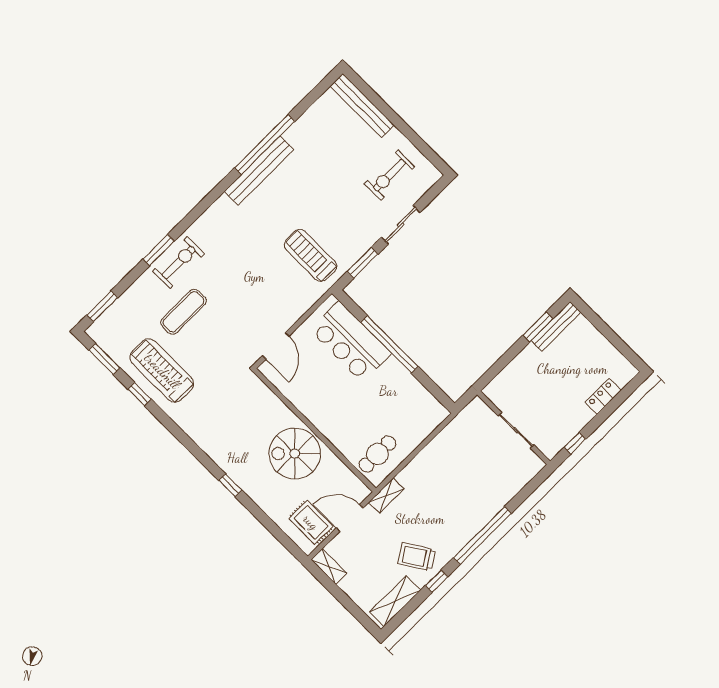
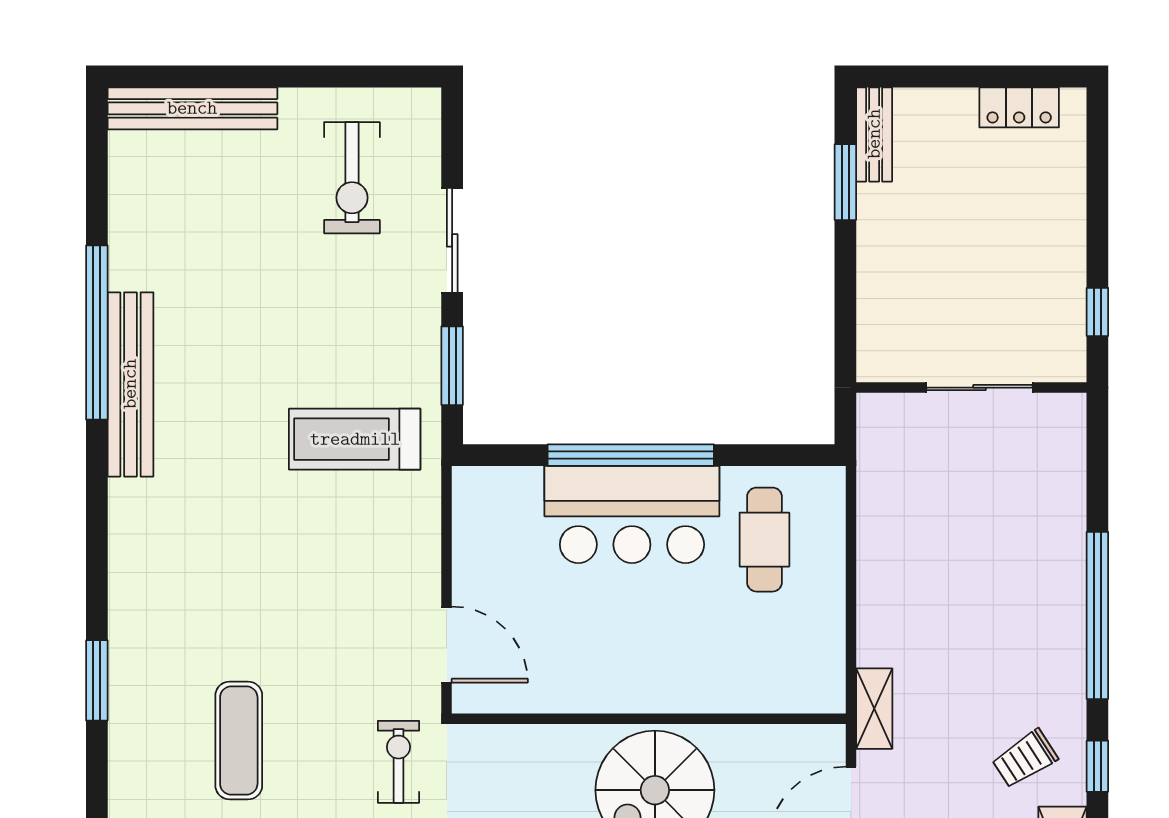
exercise bike: (179, 262) -> (399, 762), moved, width x0.73, depth x0.72
bench: (556, 326) -> (874, 134), width x0.73
bar counter: (351, 342) -> (632, 514), moved
locker: (603, 396) -> (1019, 107), moved, turned -90
cafe table: (377, 454) -> (764, 540), moved
trolley: (417, 557) -> (1025, 759), width x0.73, depth x0.72

